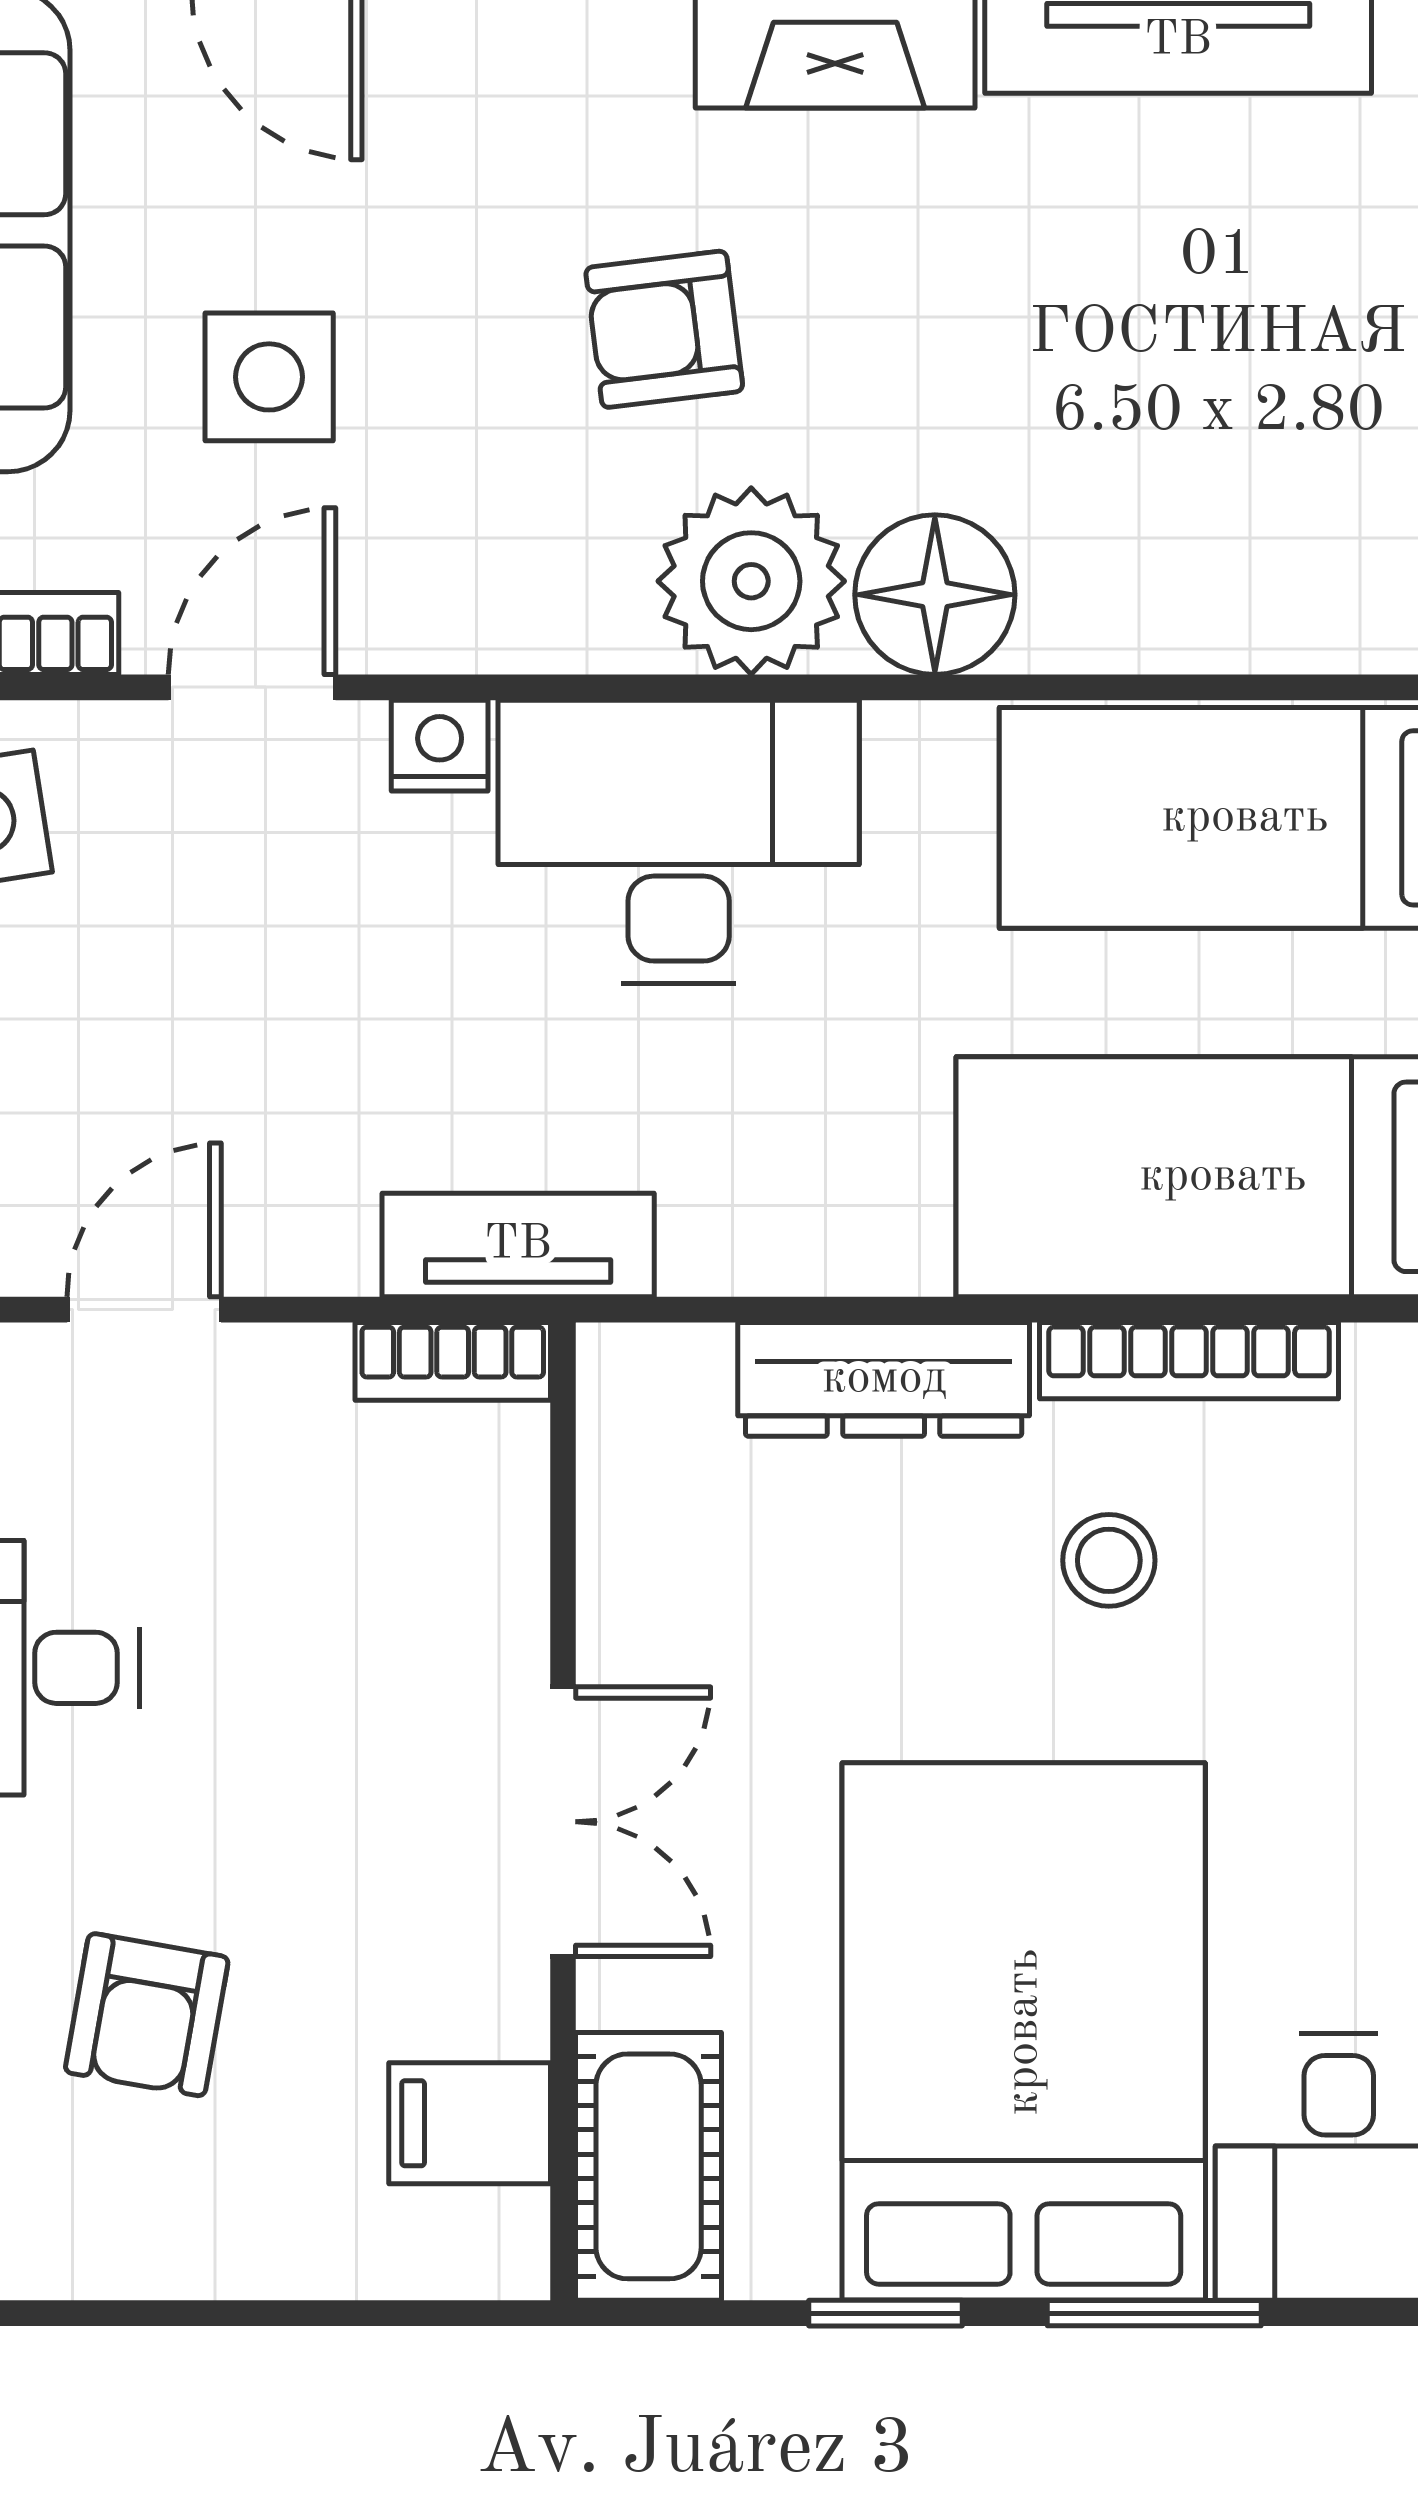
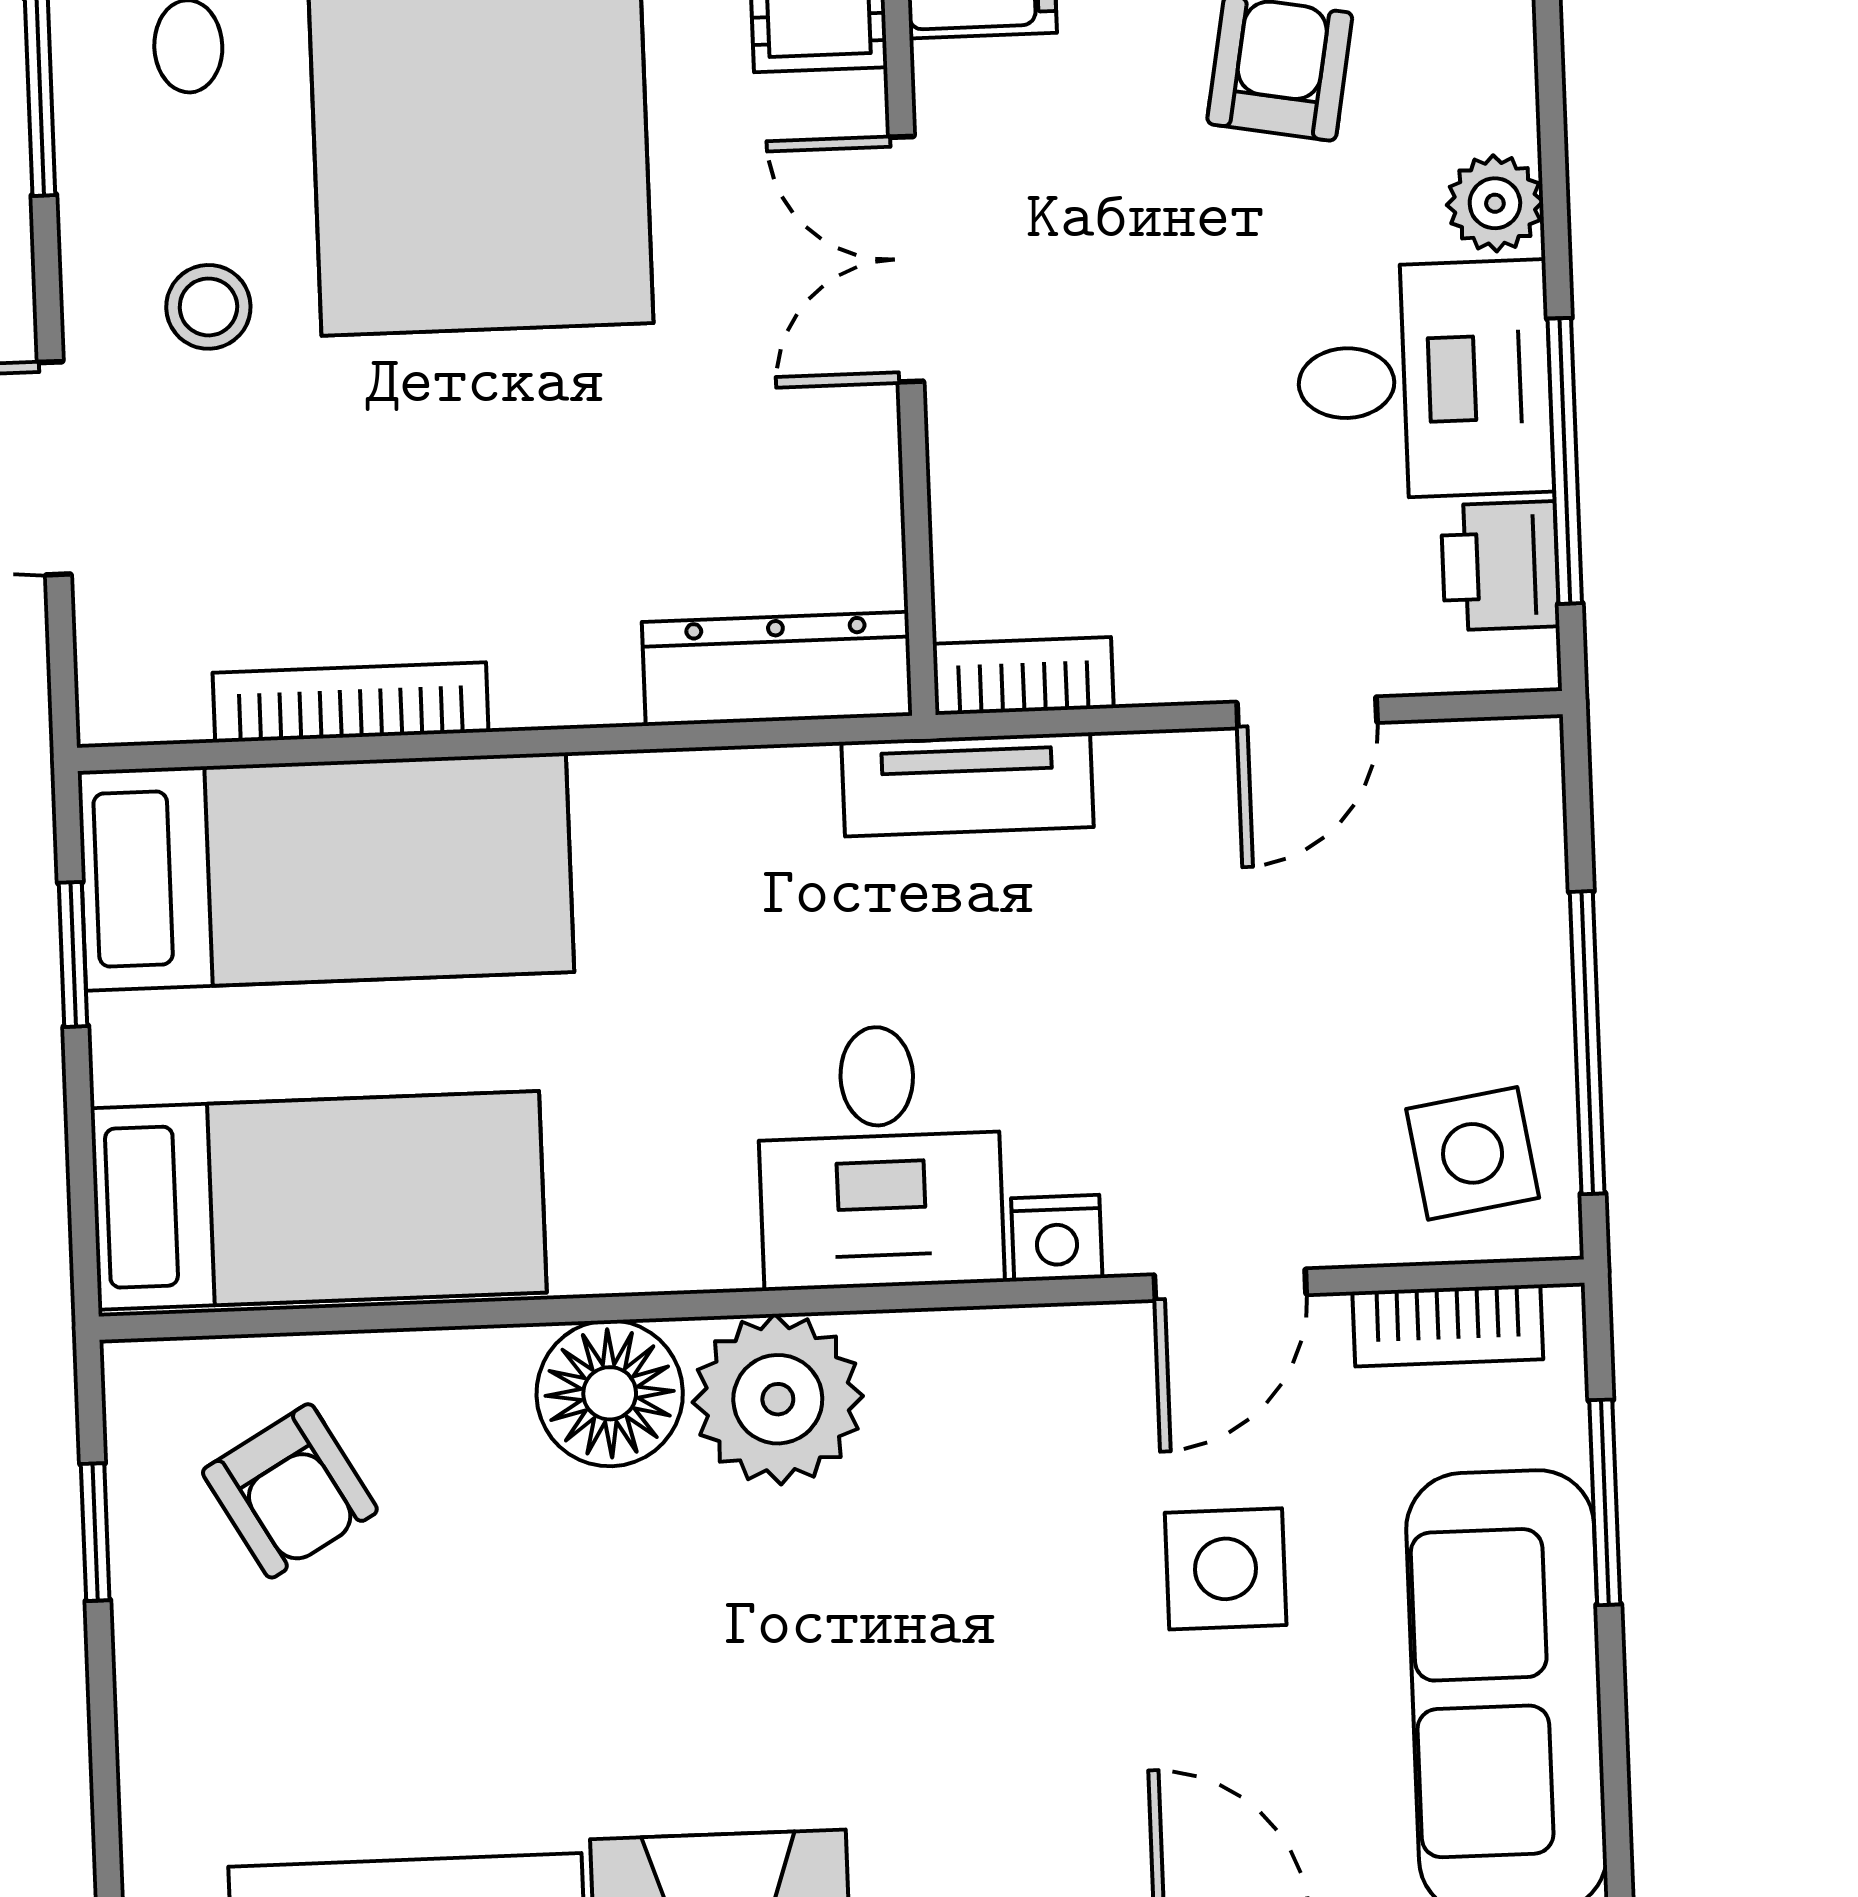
armchair: (664, 329) -> (290, 1491), moved, turned 67
desk: (679, 842) -> (880, 1157), width x0.73
dresser: (884, 1379) -> (777, 669), moved
stool: (1109, 1560) -> (208, 307), moved

